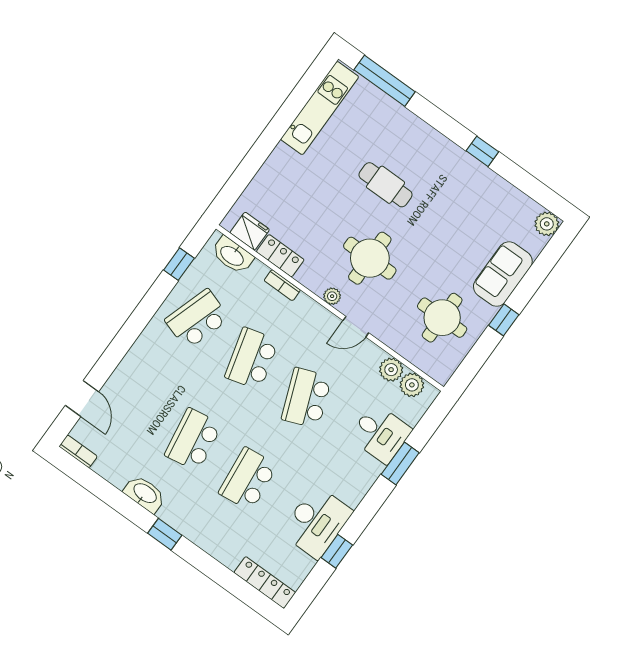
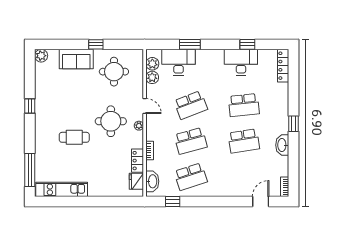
cafe table: (386, 185) -> (74, 137), turned 90
school desk: (197, 319) -> (191, 177), turned -36
desk: (380, 433) -> (178, 62), width x1.37

